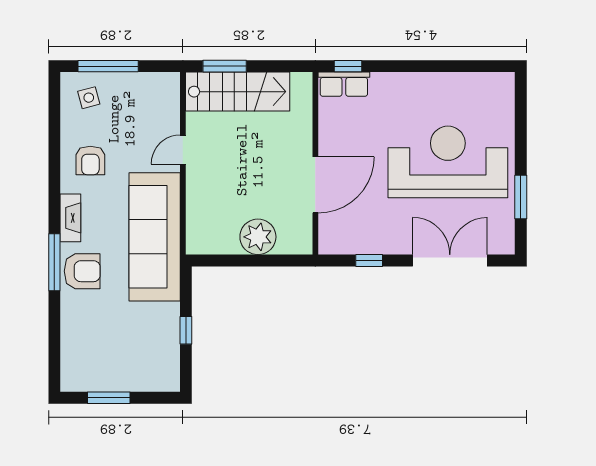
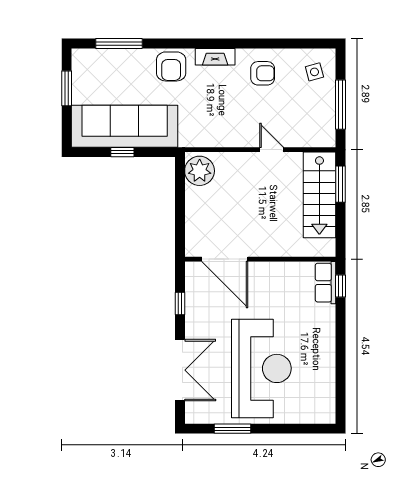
window: (108, 66) -> (340, 105), moved
armchair: (90, 160) -> (263, 73), turned 180
door: (315, 185) -> (225, 259), moved
sofa: (155, 237) -> (125, 126), moved
plant: (258, 237) -> (200, 171), moved
window: (54, 262) -> (119, 43), moved

